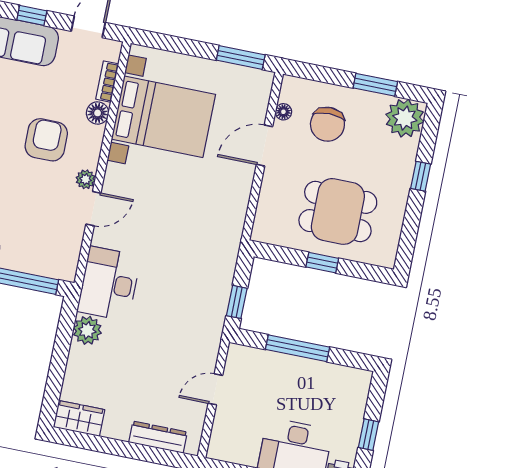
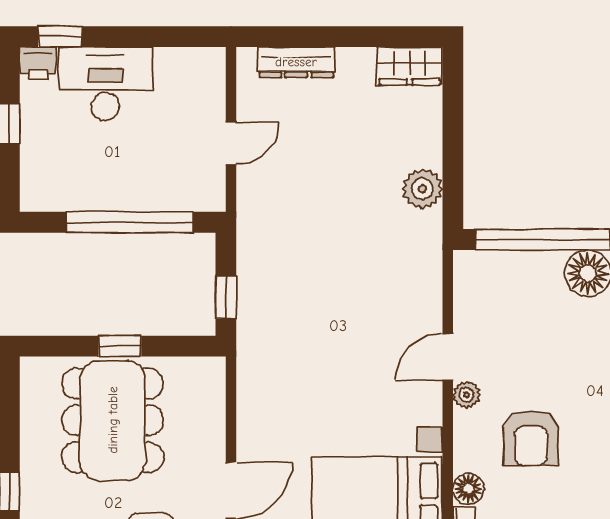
dining table: (338, 211) -> (113, 420), width x1.37
desk: (109, 284) -> (406, 259), removed
window: (237, 302) -> (226, 297), moved
window: (297, 348) -> (130, 222), width x1.46

